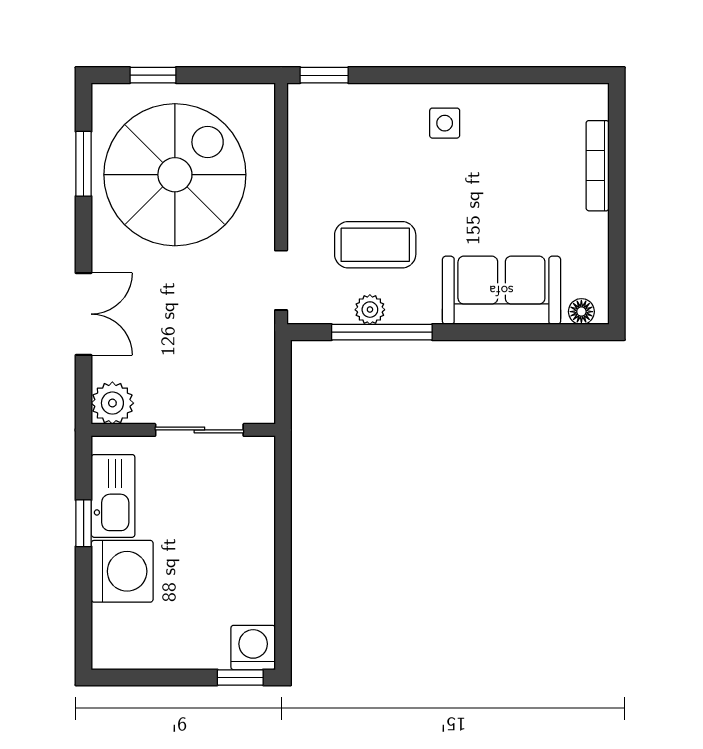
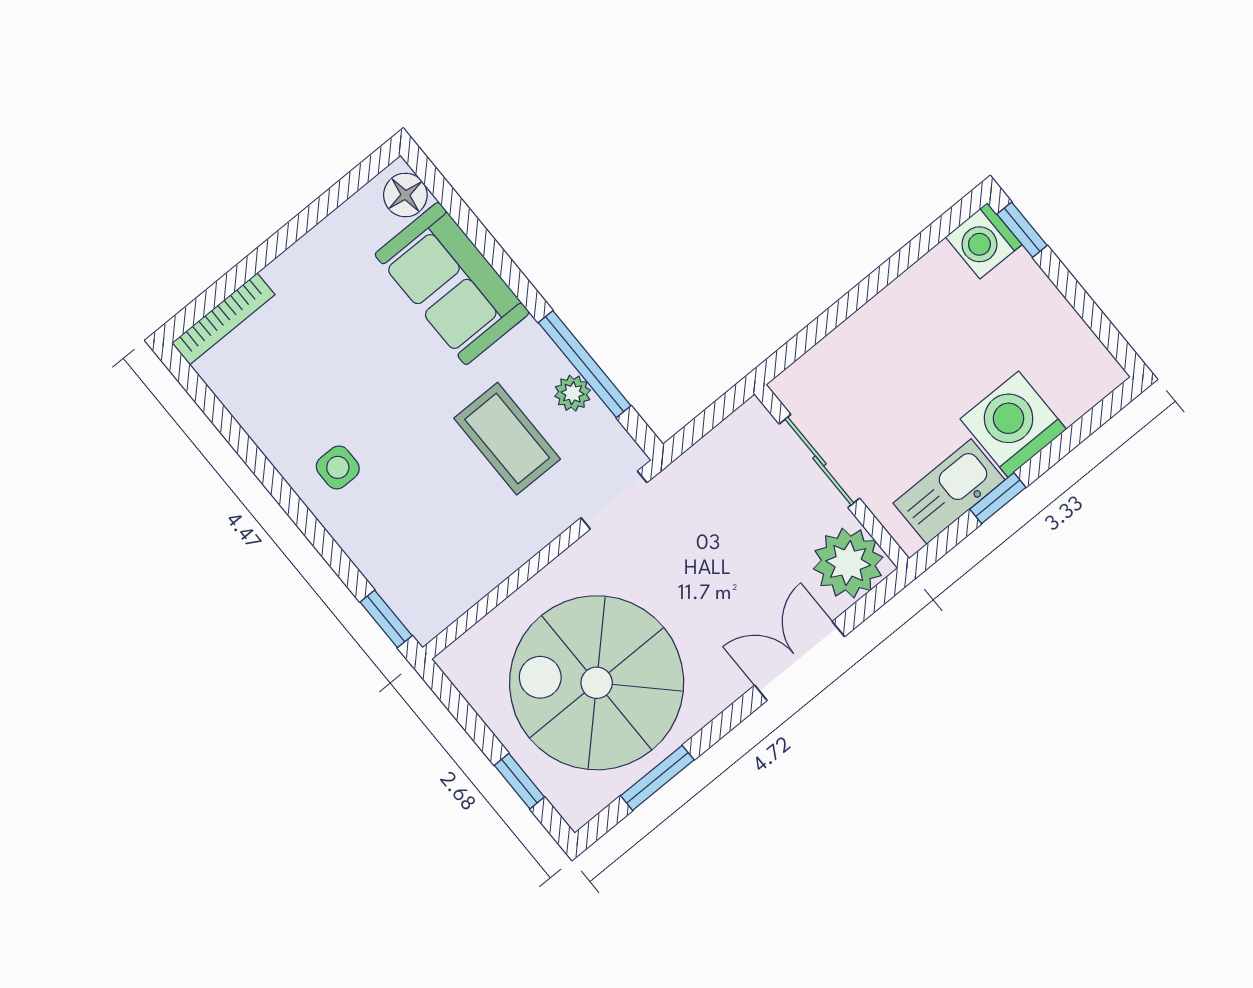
bookcase: (598, 166) -> (223, 319), moved
floor lamp: (581, 312) -> (405, 195), width x1.37, depth x1.37
plant: (112, 403) -> (848, 563), width x1.36, depth x1.36

